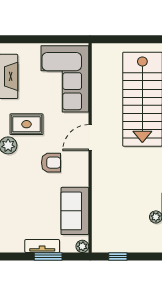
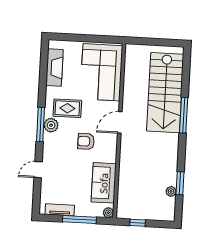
armchair: (51, 163) -> (86, 141), turned 180
tv unit: (42, 246) -> (60, 210), moved
window: (48, 257) -> (79, 220), width x1.44

